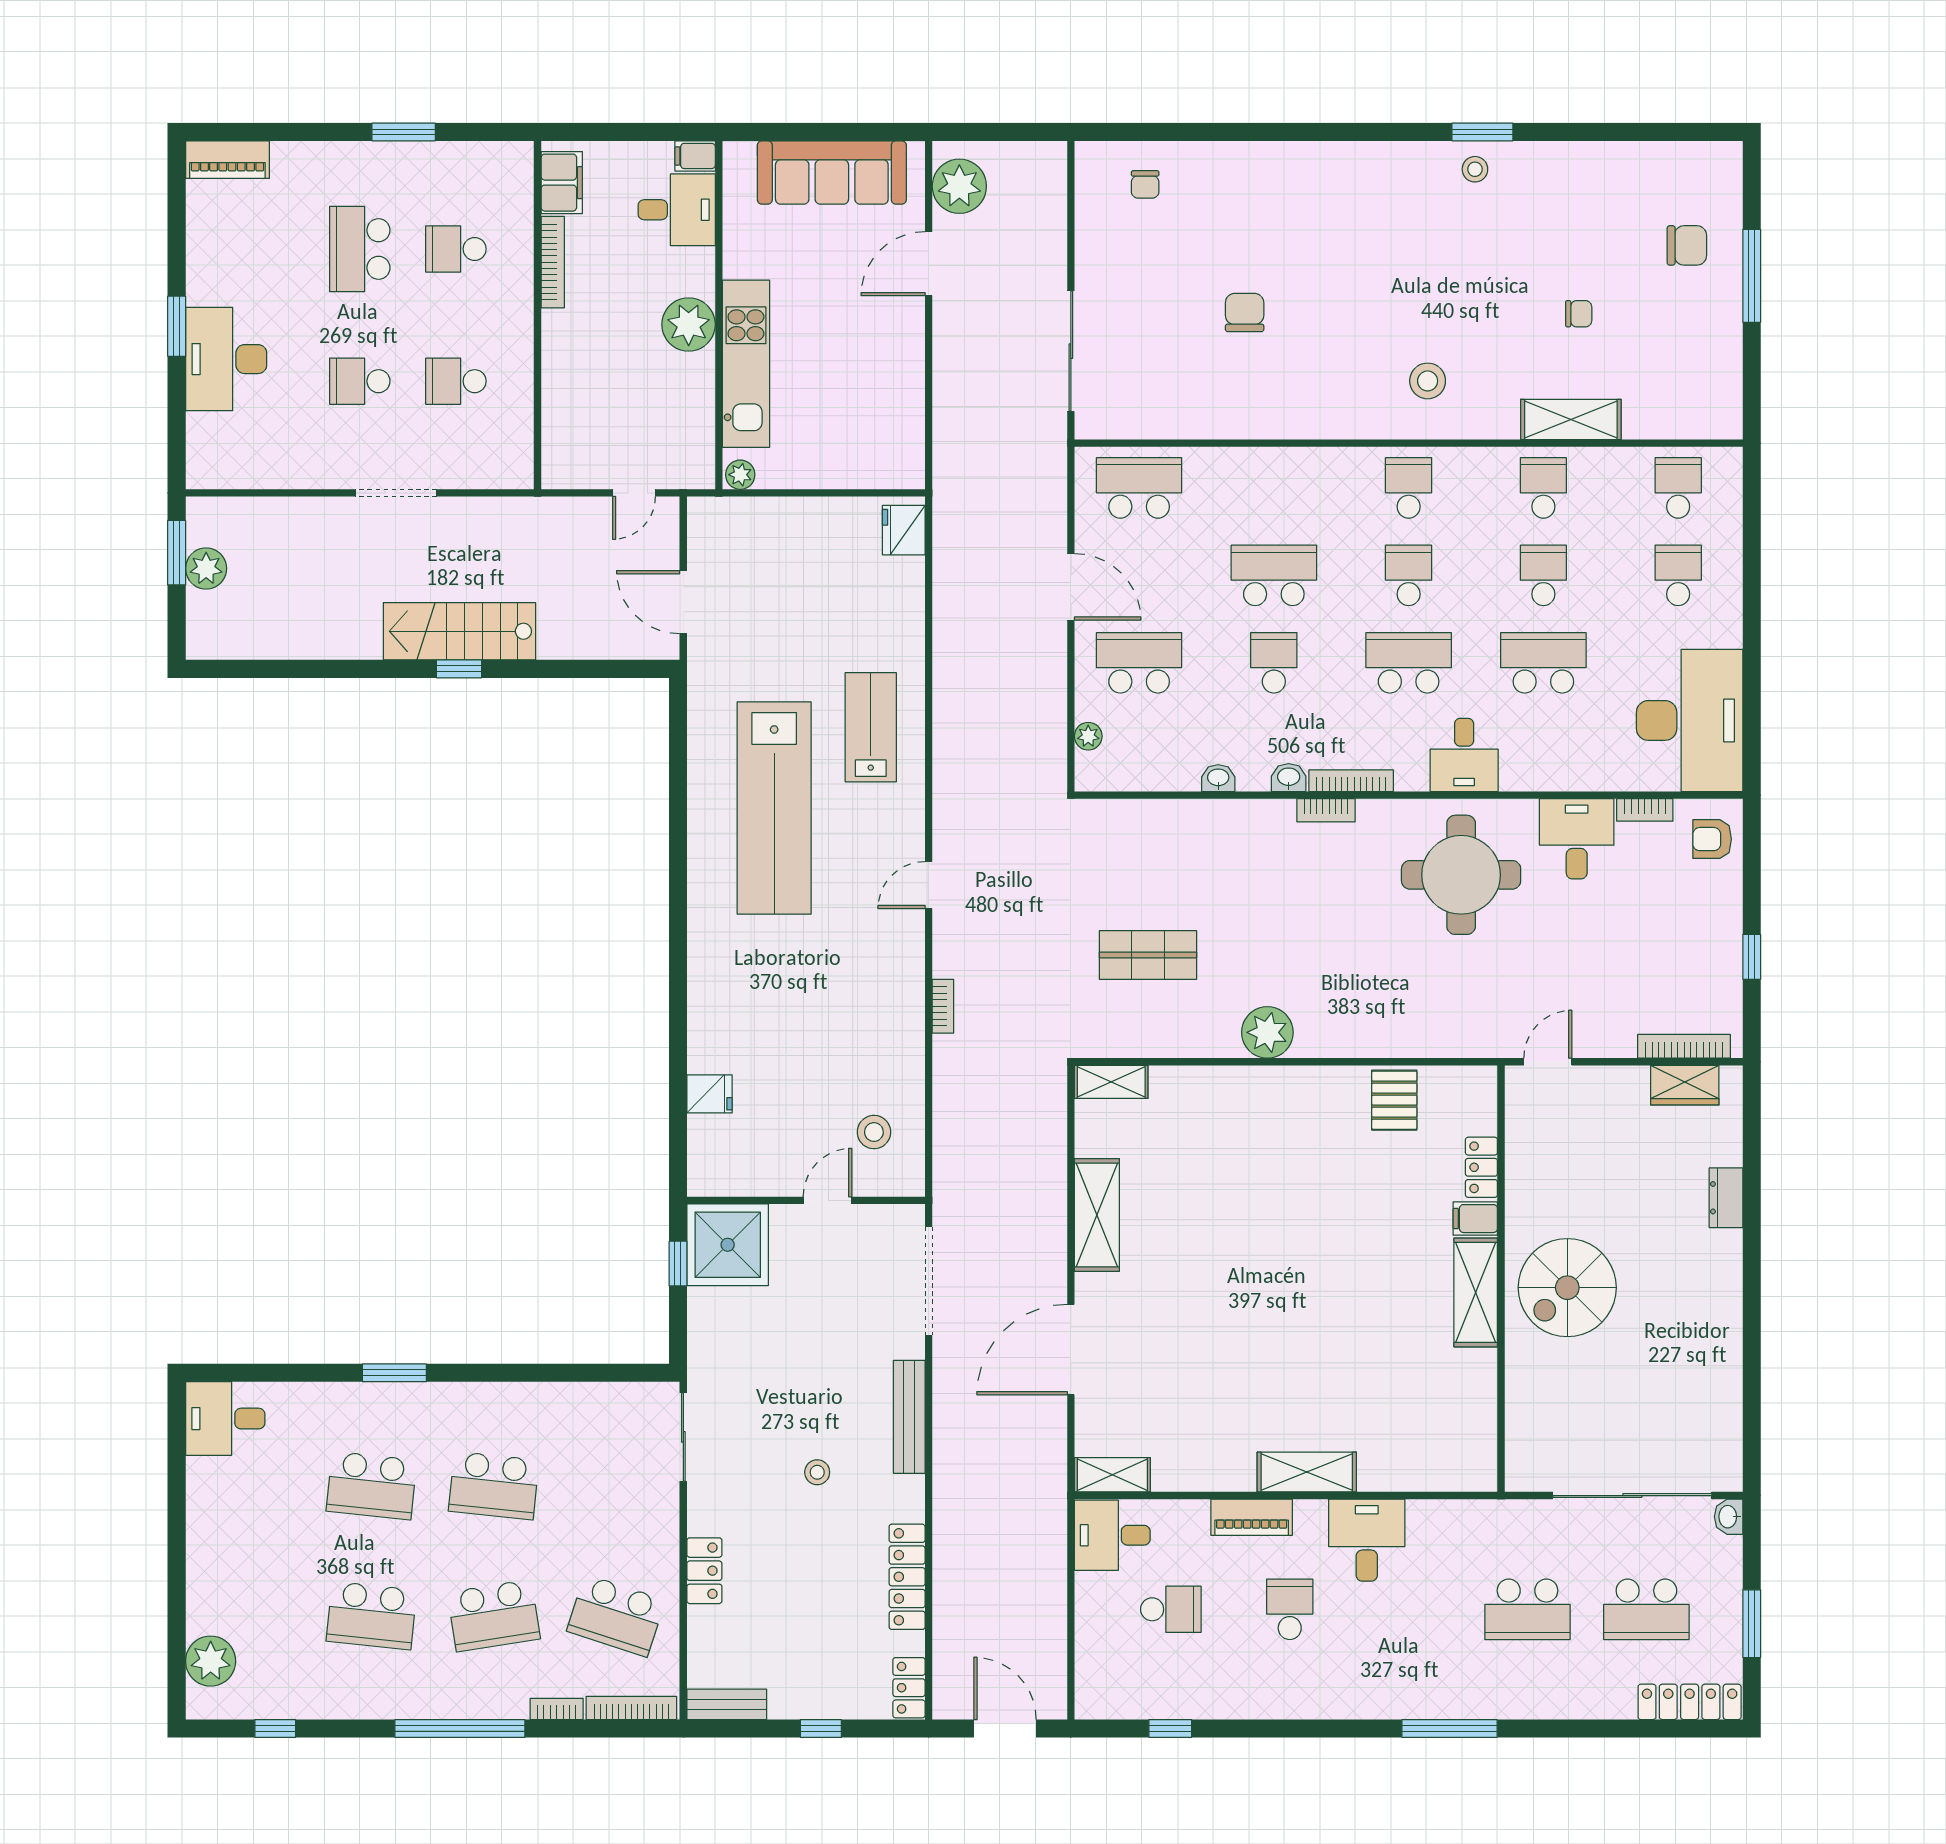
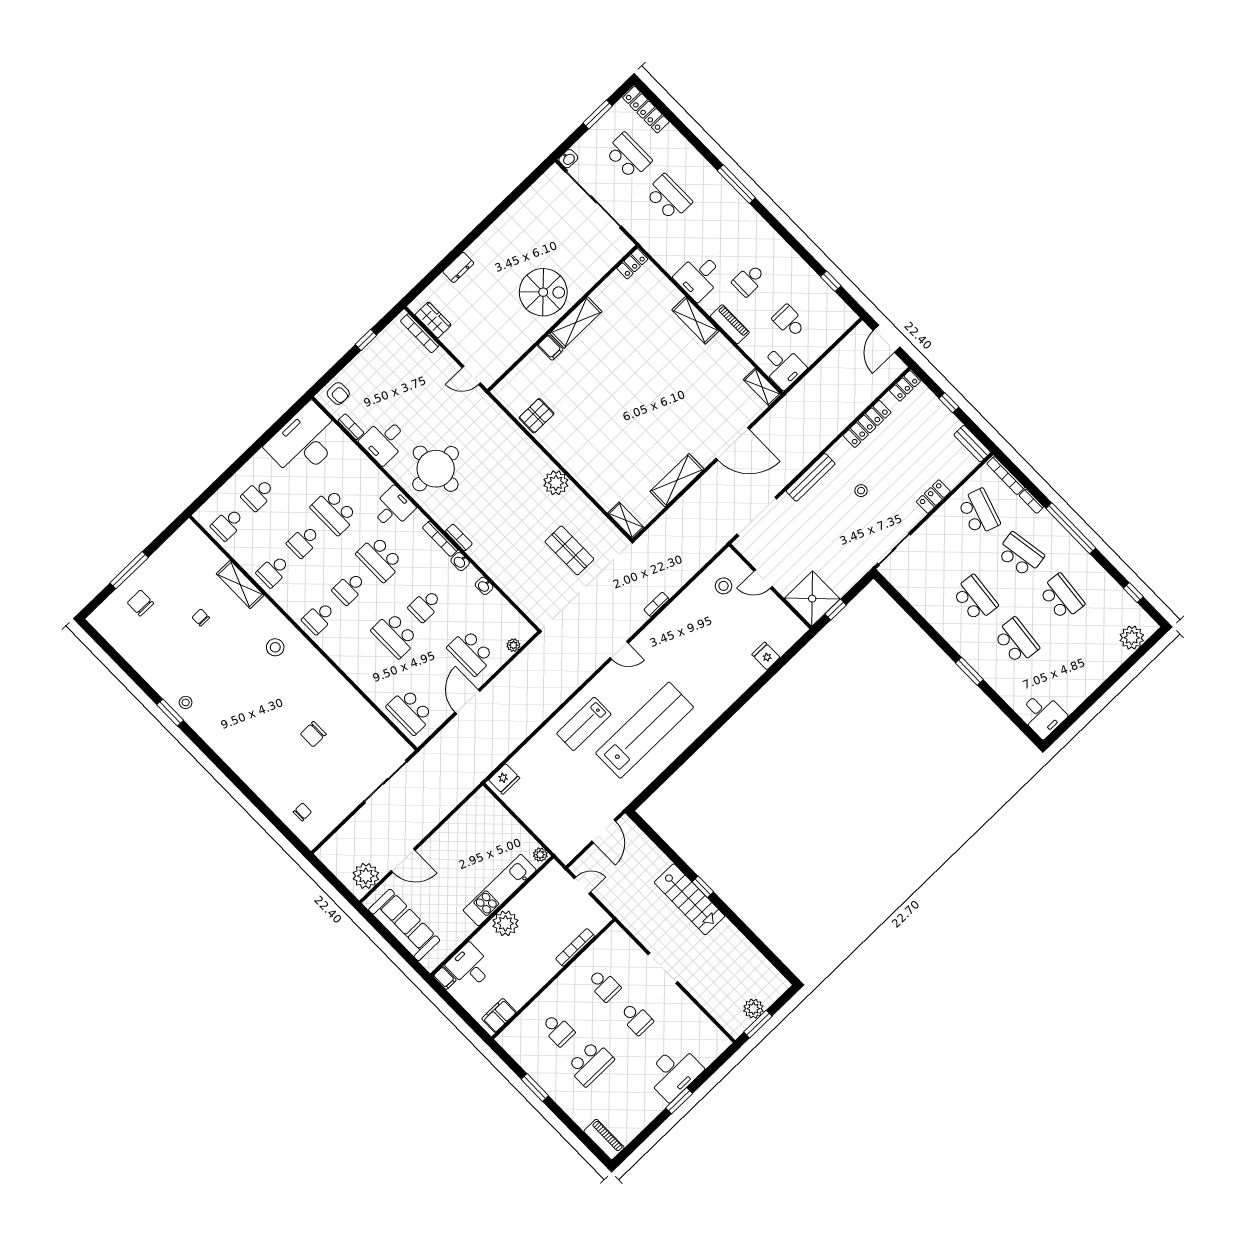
bookcase: (553, 262) -> (575, 947), moved
locker: (1481, 1167) -> (632, 264), moved

